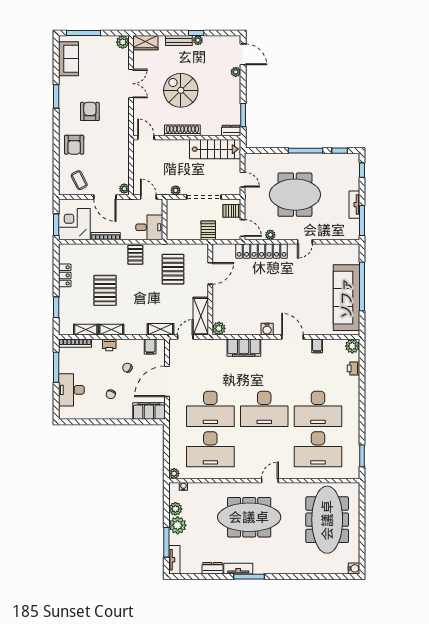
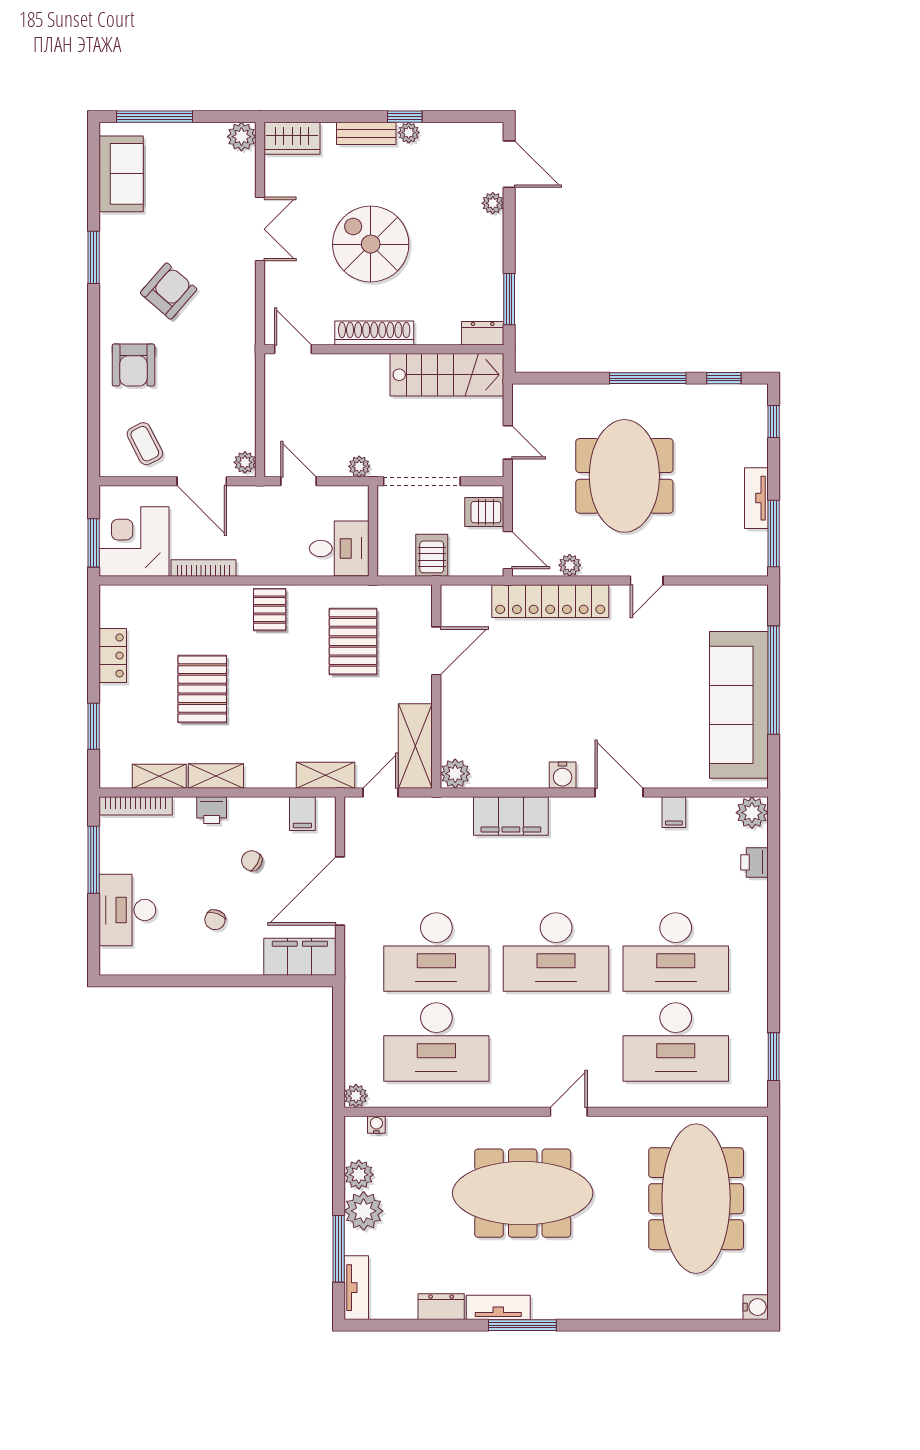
armchair: (90, 111) -> (169, 291), turned 41
meeting table: (295, 195) -> (624, 476), turned 90
wall: (165, 219) -> (373, 531), moved
desk: (149, 227) -> (339, 548), moved

